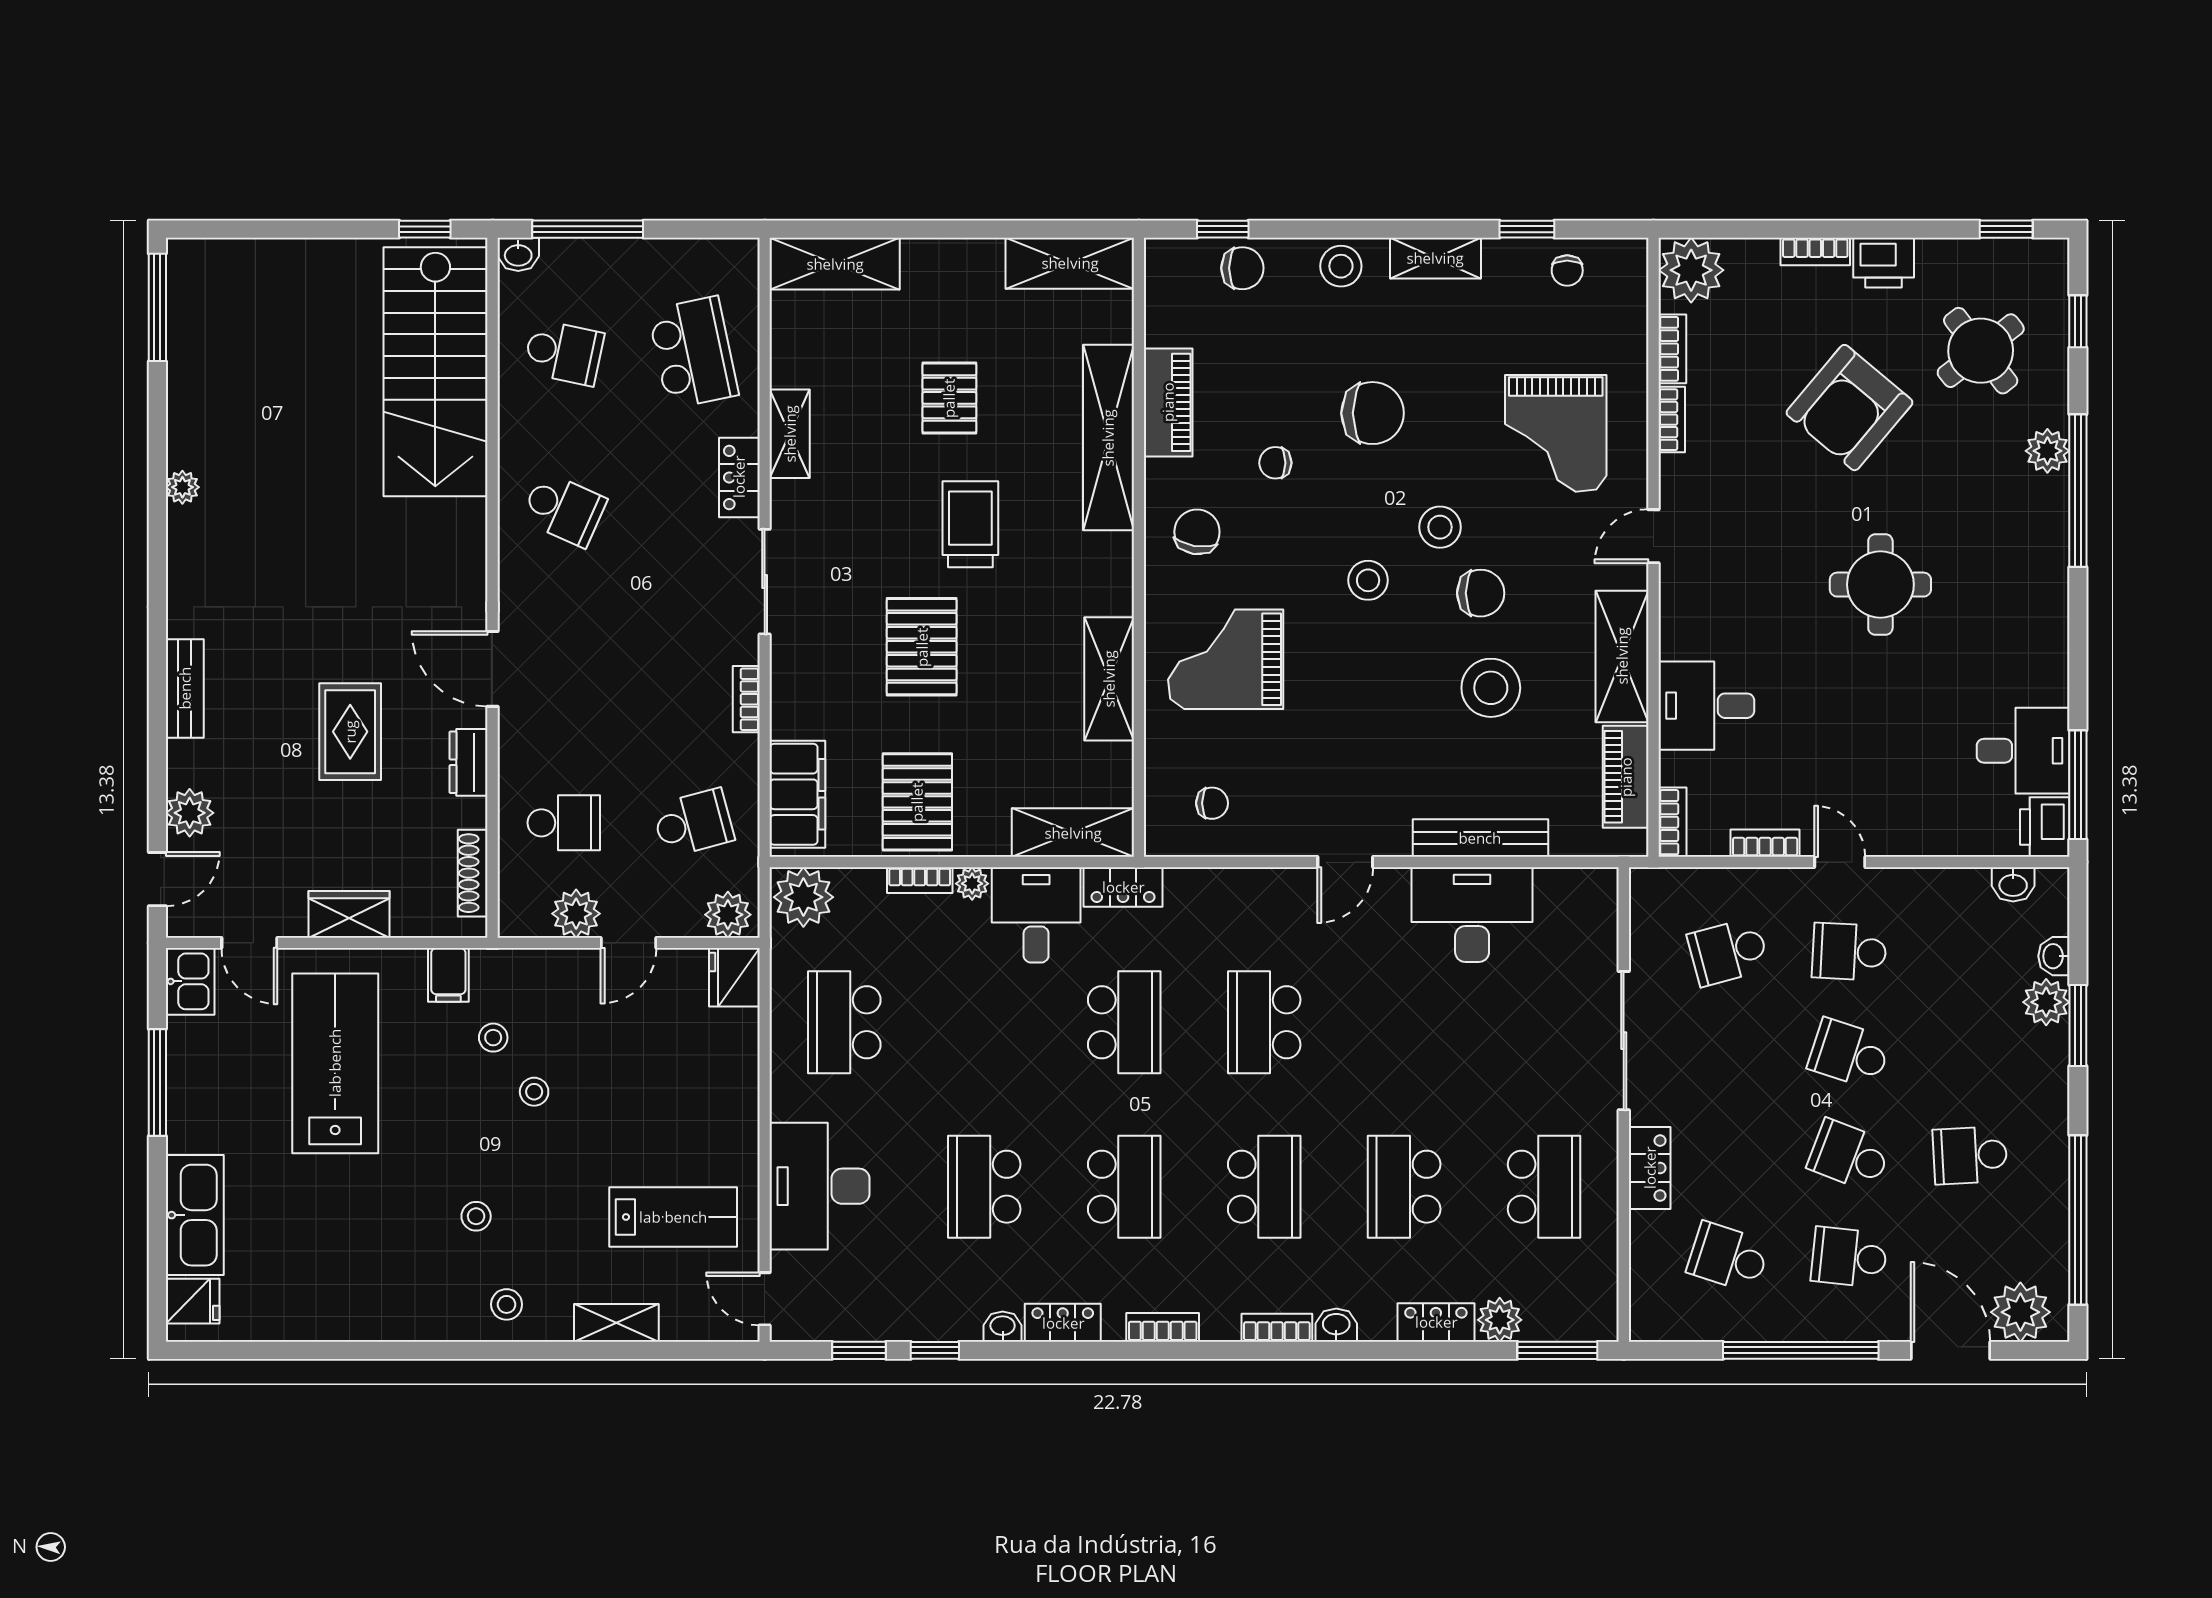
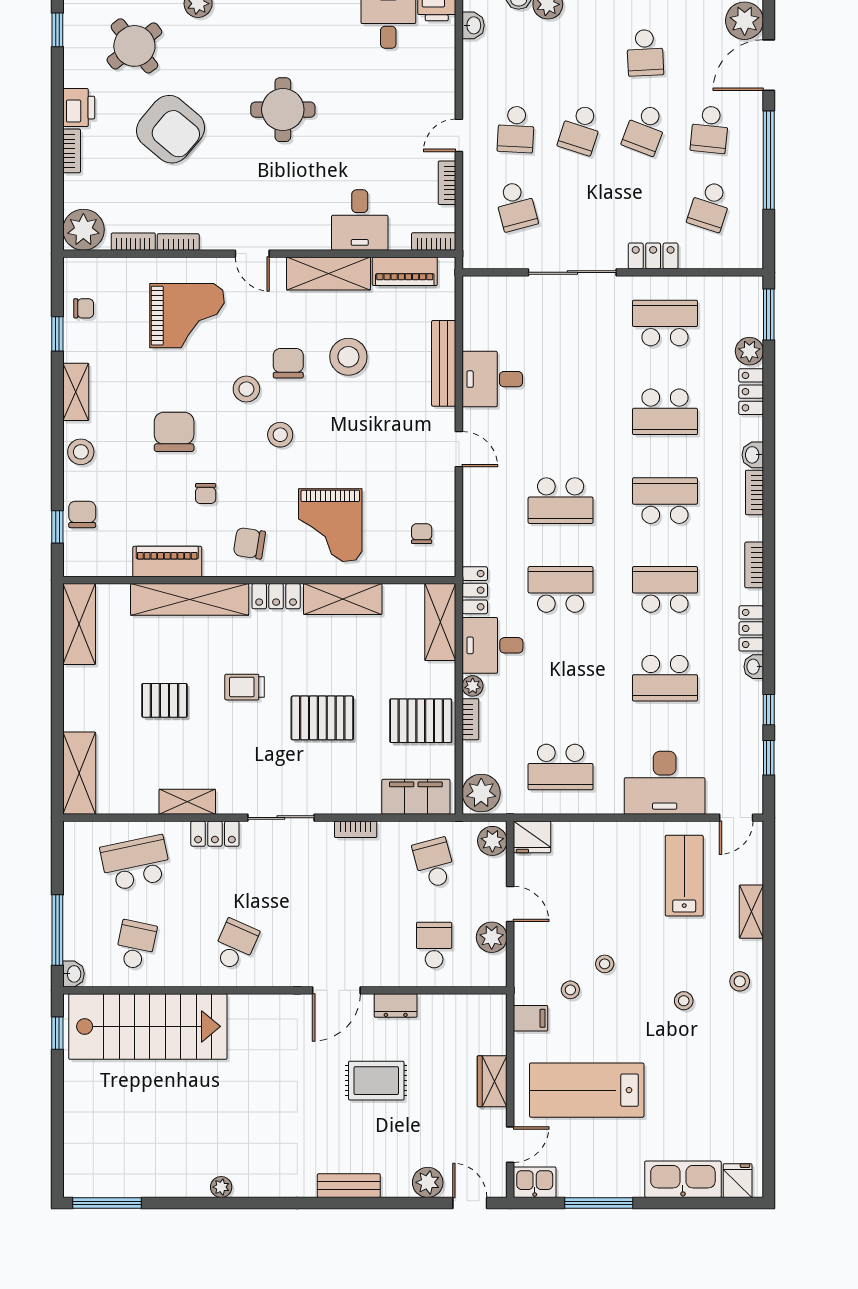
trolley: (970, 524) -> (245, 687), width x0.73, depth x0.72
locker: (1114, 574) -> (276, 596), added
shoe rack: (473, 873) -> (466, 1003), removed
desk: (1472, 915) -> (492, 379), width x0.73

